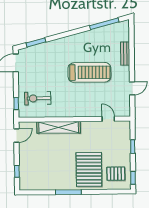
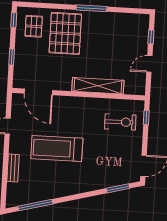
door: (108, 119) -> (38, 92), width x1.87
door: (17, 135) -> (149, 64), moved
pallet: (116, 174) -> (34, 26), turned 90

